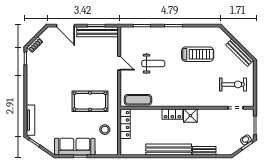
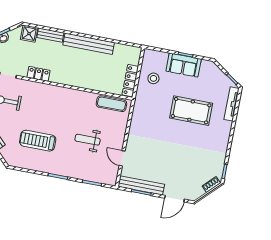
door: (65, 26) -> (174, 199), swing flipped
door: (119, 63) -> (122, 158), moved
pool table: (90, 101) -> (191, 111), moved
locker: (172, 114) -> (38, 74), moved
shower: (190, 116) -> (29, 34), moved
sofa: (75, 147) -> (184, 65), width x0.73

